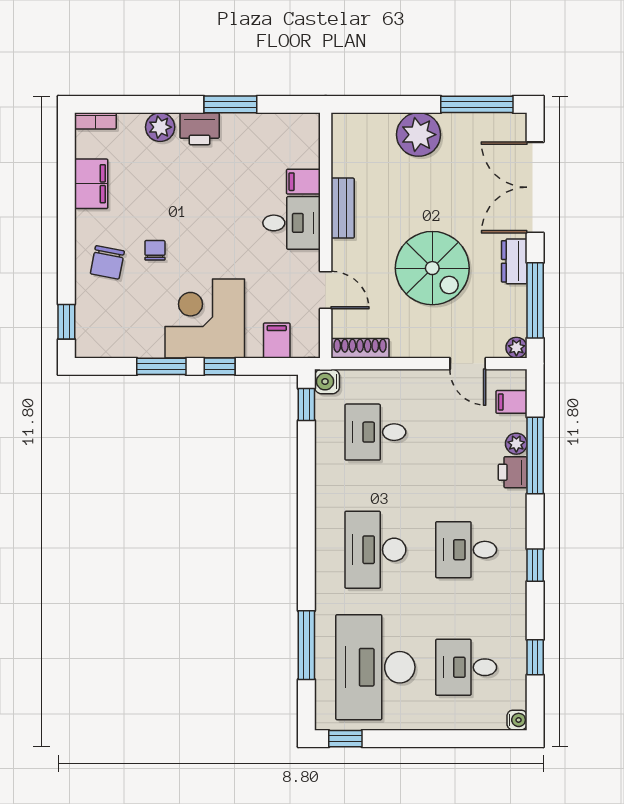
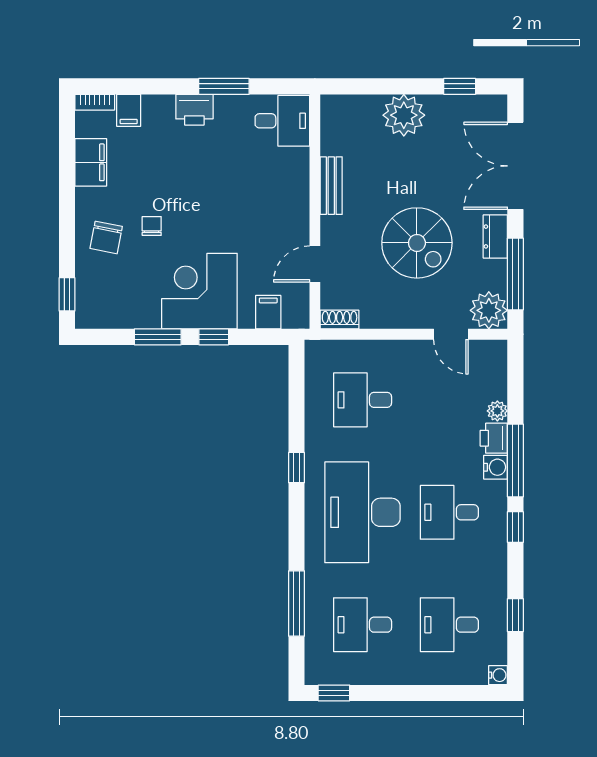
window: (477, 104) -> (460, 86), width x0.46
plant: (160, 127) -> (157, 108), removed
filing cabinet: (303, 182) -> (129, 110), moved, turned -90
desk: (292, 223) -> (282, 121), moved
door: (326, 290) -> (315, 264), swing flipped
shoe rack: (360, 348) -> (340, 320), width x0.70
plant: (516, 348) -> (489, 310), width x1.88, depth x1.88
water cooler: (327, 381) -> (496, 467), moved, turned 180
filing cabinet: (511, 402) -> (493, 371), removed
window: (306, 404) -> (296, 468), moved
window: (535, 456) -> (515, 460), moved
desk: (375, 550) -> (363, 512), width x1.36, depth x1.30
desk: (375, 667) -> (363, 625), width x0.53, depth x0.77

